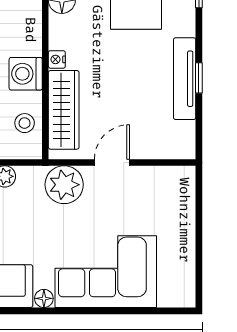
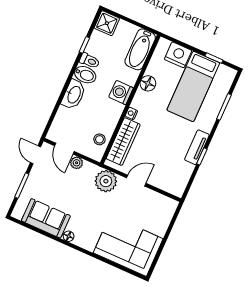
washing machine: (26, 74) -> (121, 92), moved
tv unit: (185, 79) -> (197, 147), width x0.71
corner sofa: (106, 272) -> (128, 246), moved

